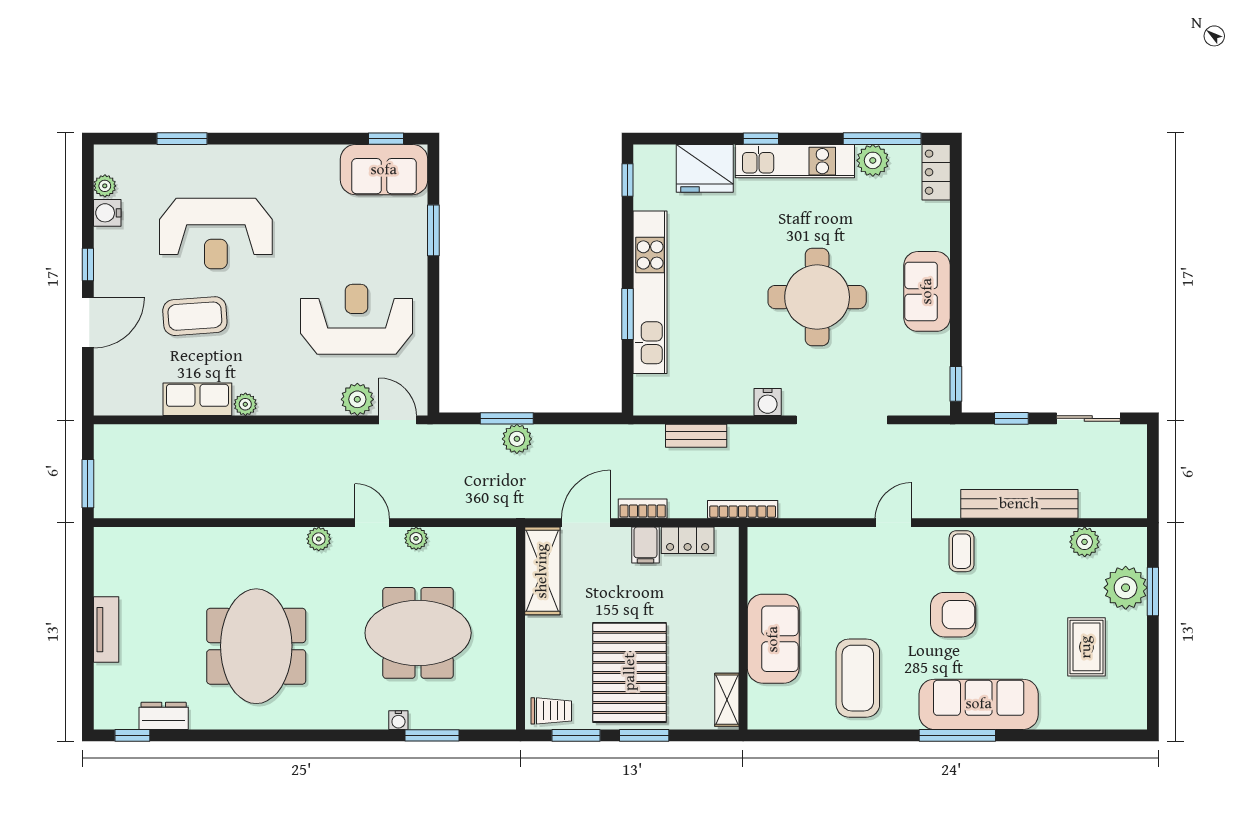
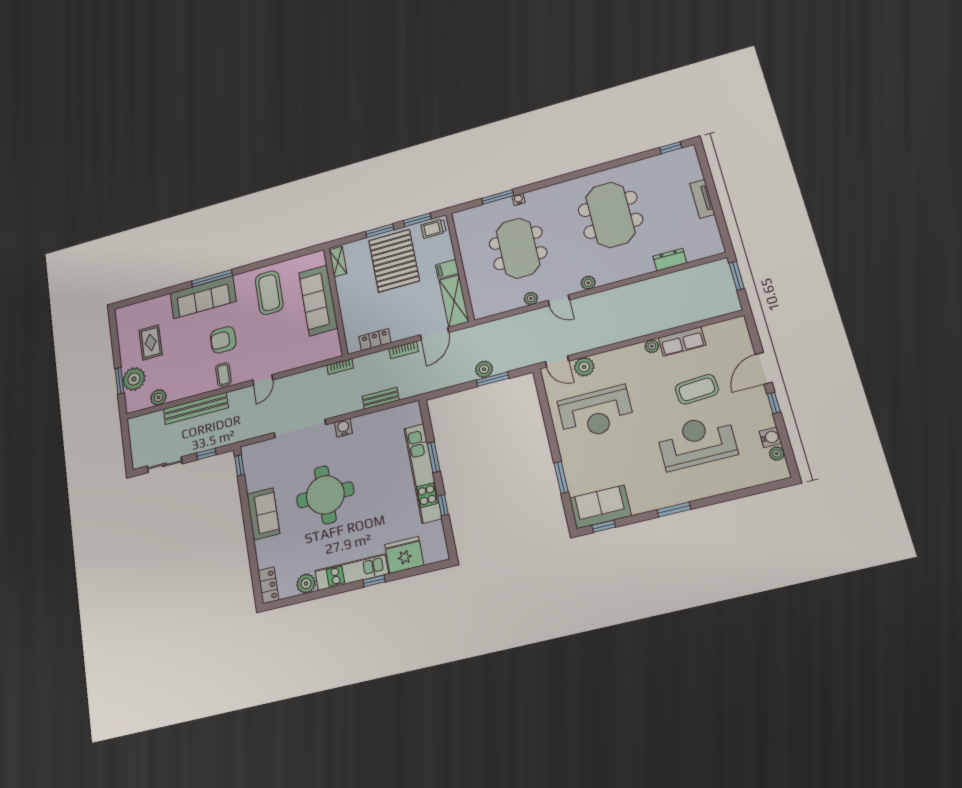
window: (182, 139) -> (674, 509), moved
window: (882, 139) -> (303, 598), removed
window: (628, 180) -> (443, 505), moved
bookcase: (743, 509) -> (340, 367), width x0.64
filing cabinet: (645, 545) -> (447, 269), moved, turned -90
meeting table: (418, 633) -> (518, 248), turned 90
sofa: (773, 639) -> (318, 300), width x1.36
dresser: (164, 716) -> (670, 260), moved, turned 180

